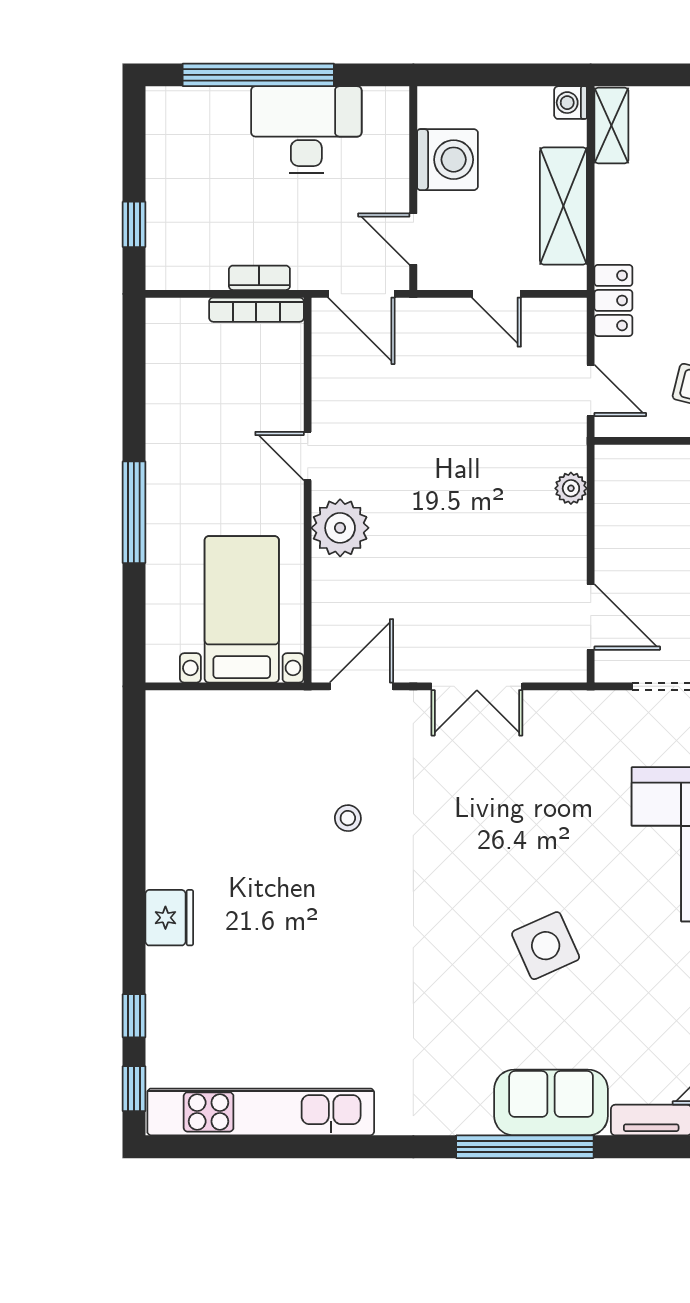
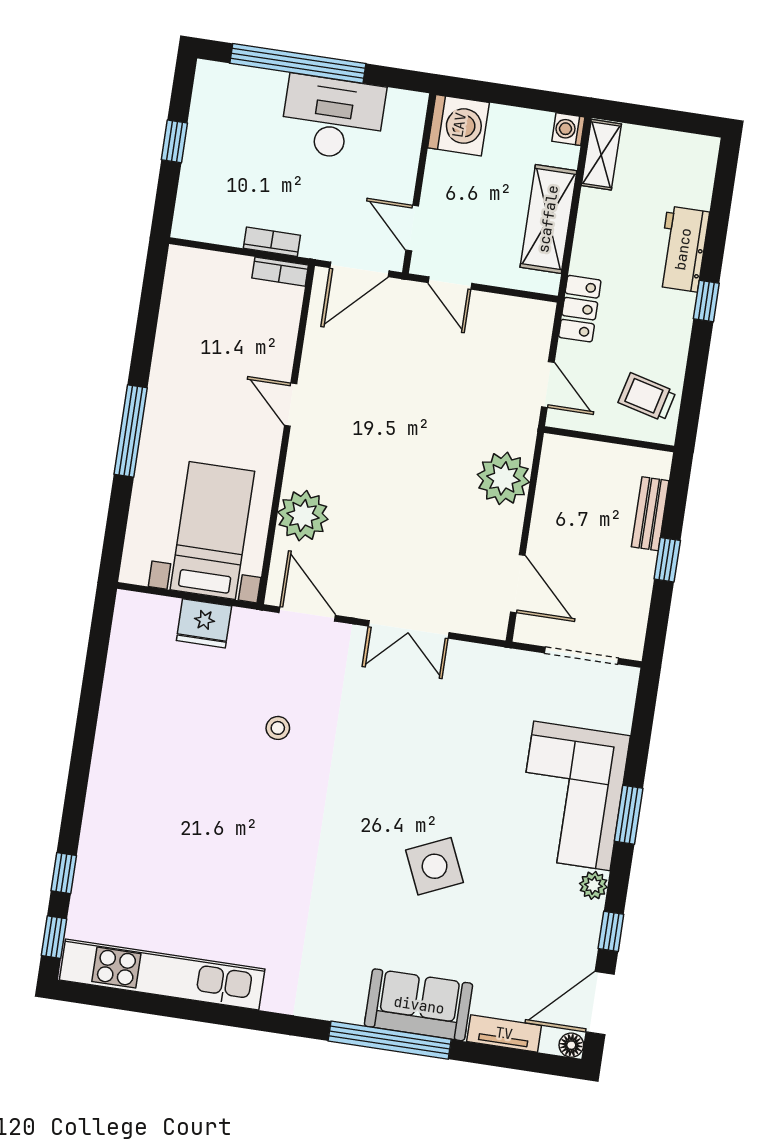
washing machine: (448, 160) -> (459, 125), moved
window: (134, 224) -> (174, 141), moved
door: (361, 294) -> (359, 269), hinge flipped
door: (496, 294) -> (450, 283), moved
bookcase: (256, 310) -> (280, 272), width x0.64
plant: (571, 488) -> (503, 478), width x1.87, depth x1.87
plant: (340, 528) -> (303, 516), moved
door: (361, 686) -> (307, 614), hinge flipped
fridge: (169, 918) -> (204, 623), moved, turned 90

